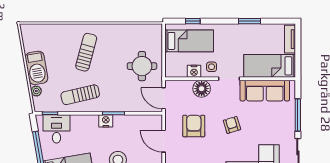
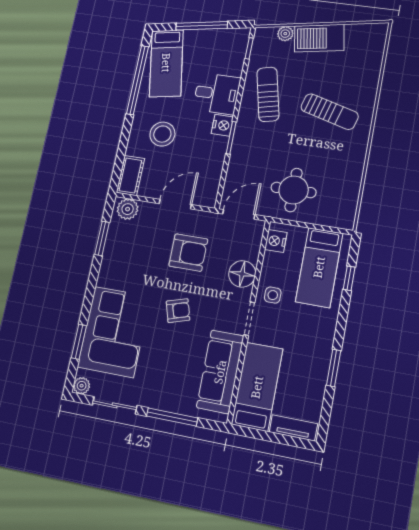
nightstand: (194, 71) -> (276, 241), moved
desk: (56, 129) -> (217, 94), moved

